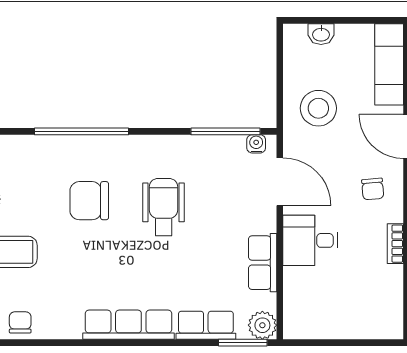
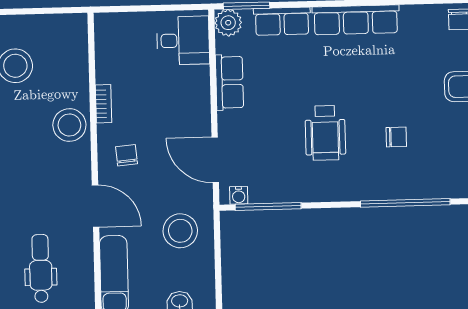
chair: (89, 201) -> (396, 137), width x0.54, depth x0.54
desk: (310, 240) -> (183, 41), moved

